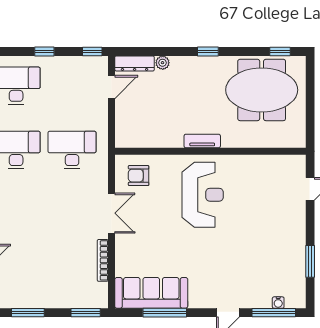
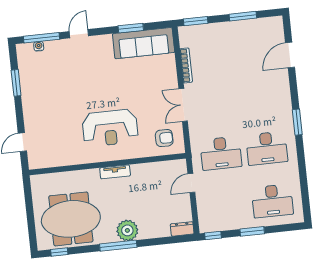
window: (44, 52) -> (252, 231), width x1.50
window: (208, 52) -> (118, 246), width x2.17
dresser: (135, 63) -> (182, 229), width x0.70
plant: (163, 63) -> (127, 230), moved, width x1.87, depth x1.87
door: (111, 87) -> (191, 183), moved
reception desk: (203, 195) -> (110, 128), turned -90
window: (165, 313) -> (131, 28), width x0.69

